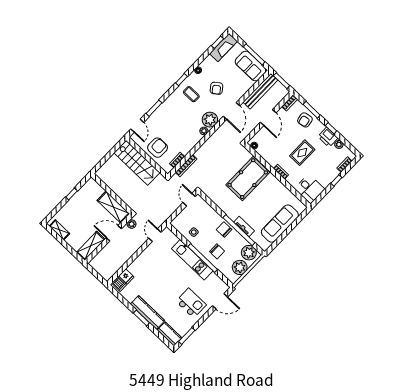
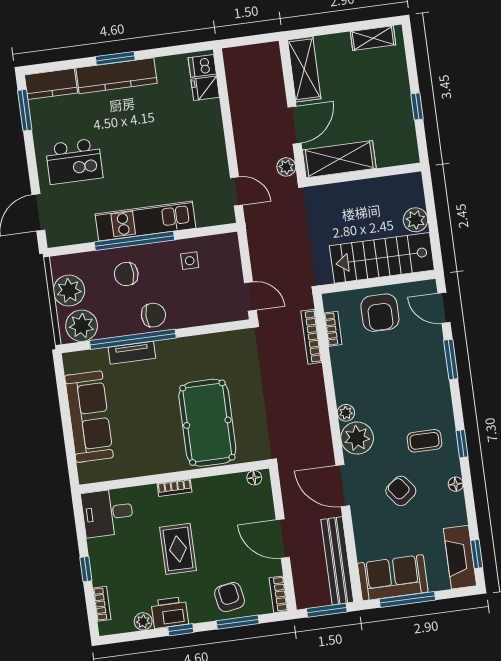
plant: (113, 162) -> (415, 220), added

